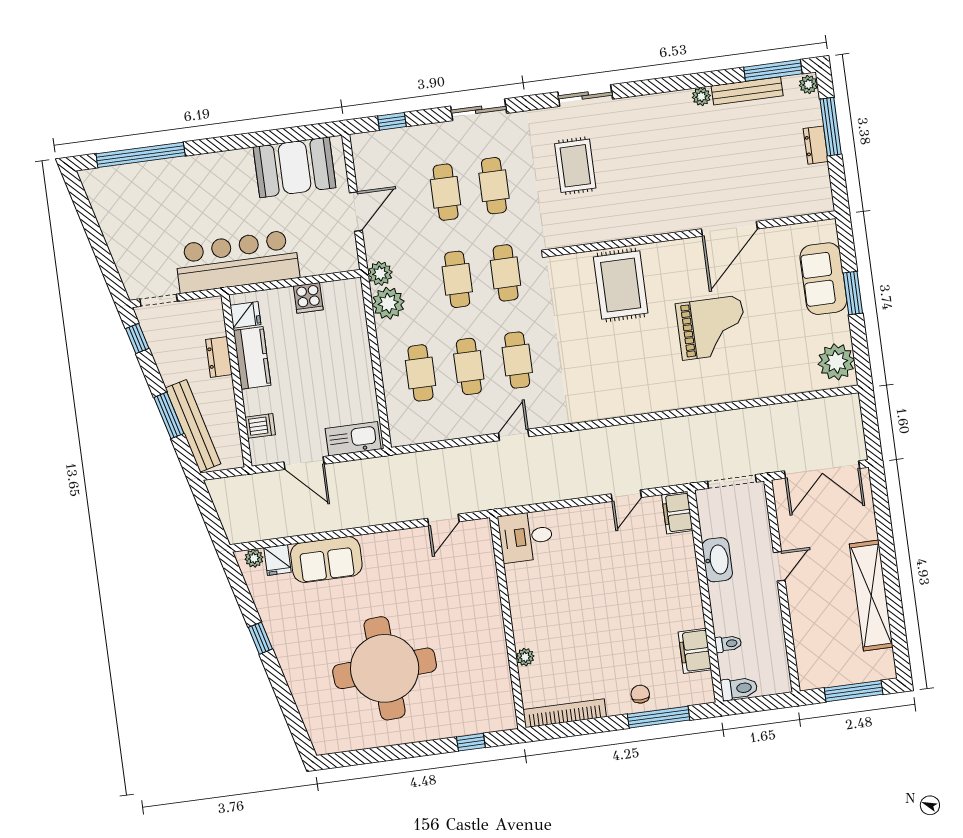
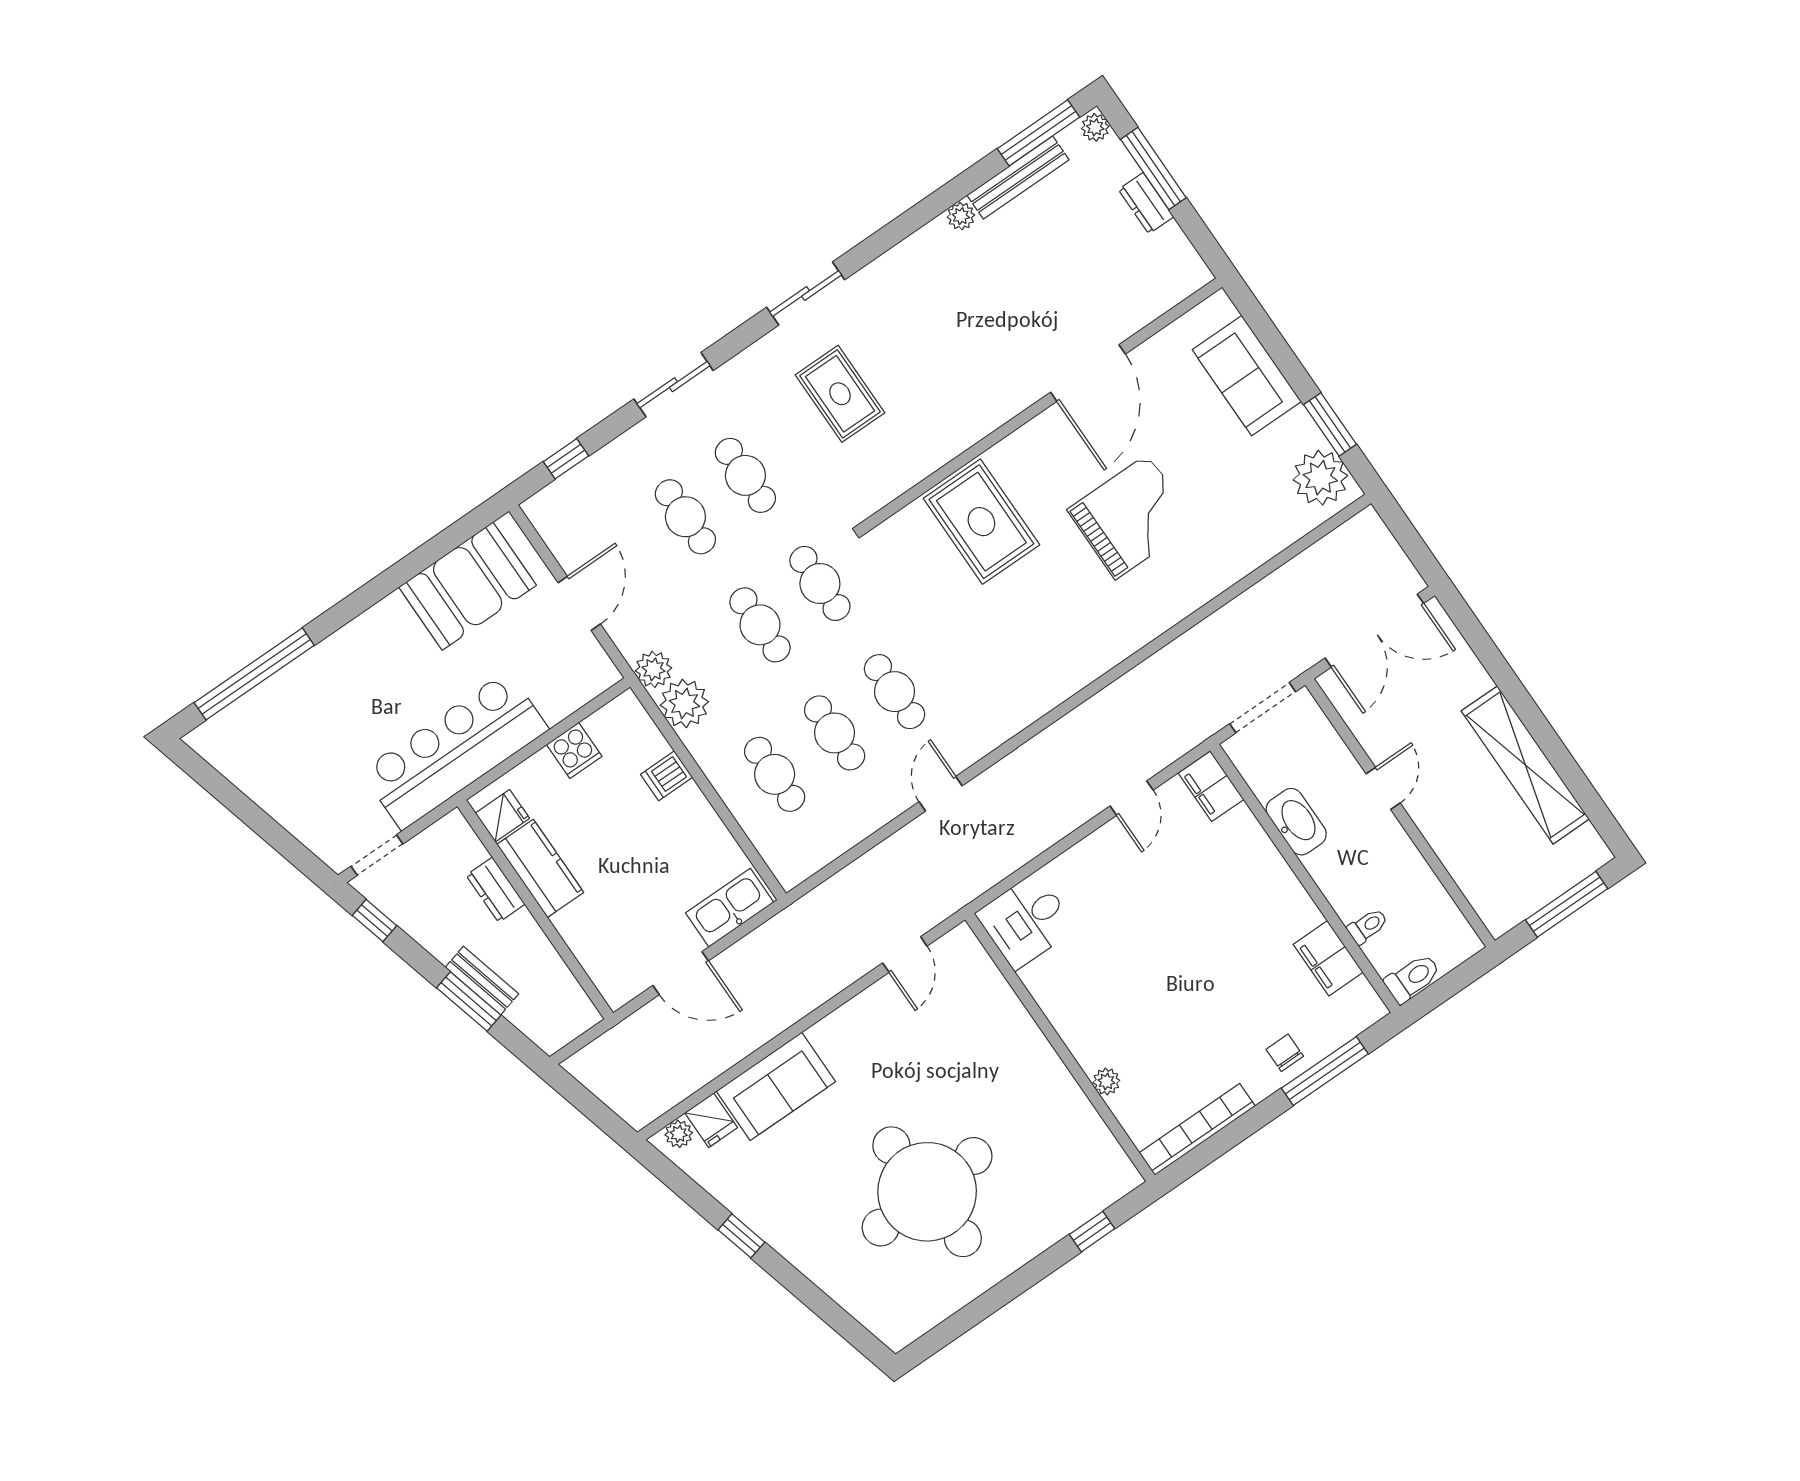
window: (853, 293) -> (1330, 424), moved
bench: (193, 426) -> (482, 981), width x0.54, depth x0.82
dishwasher: (260, 426) -> (667, 776), moved, turned 180

